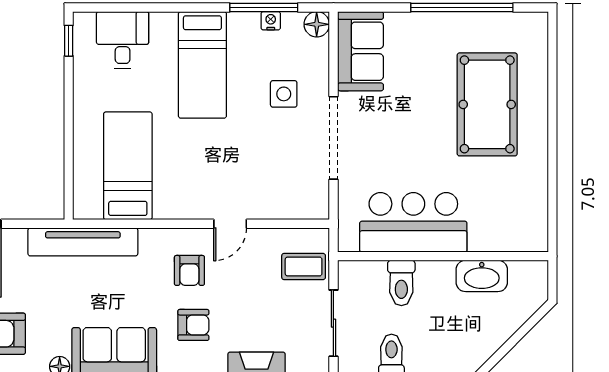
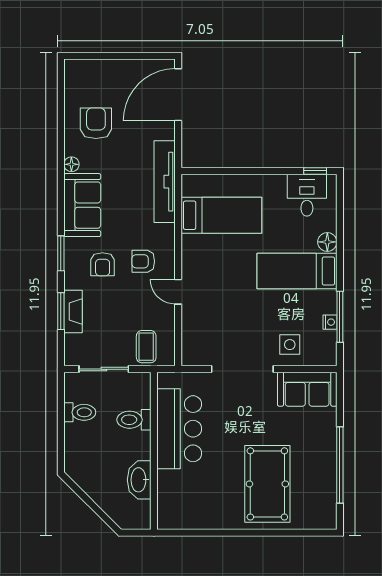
floor lamp: (317, 24) -> (327, 242), moved
desk: (123, 40) -> (307, 195), moved, turned -90
side table: (284, 94) -> (290, 345), moved
pool table: (487, 104) -> (267, 484), turned 90

